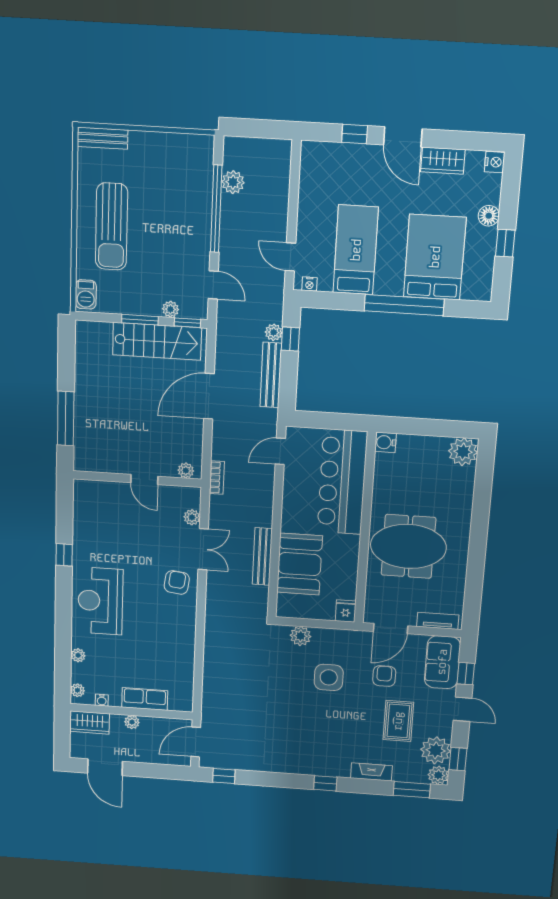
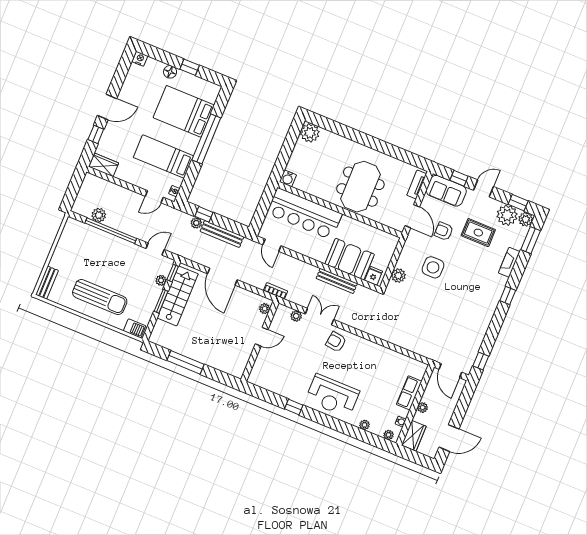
wardrobe: (443, 161) -> (104, 165), moved, turned -90
window: (66, 419) -> (185, 362), moved
fridge: (346, 611) -> (374, 276), moved, turned 90

